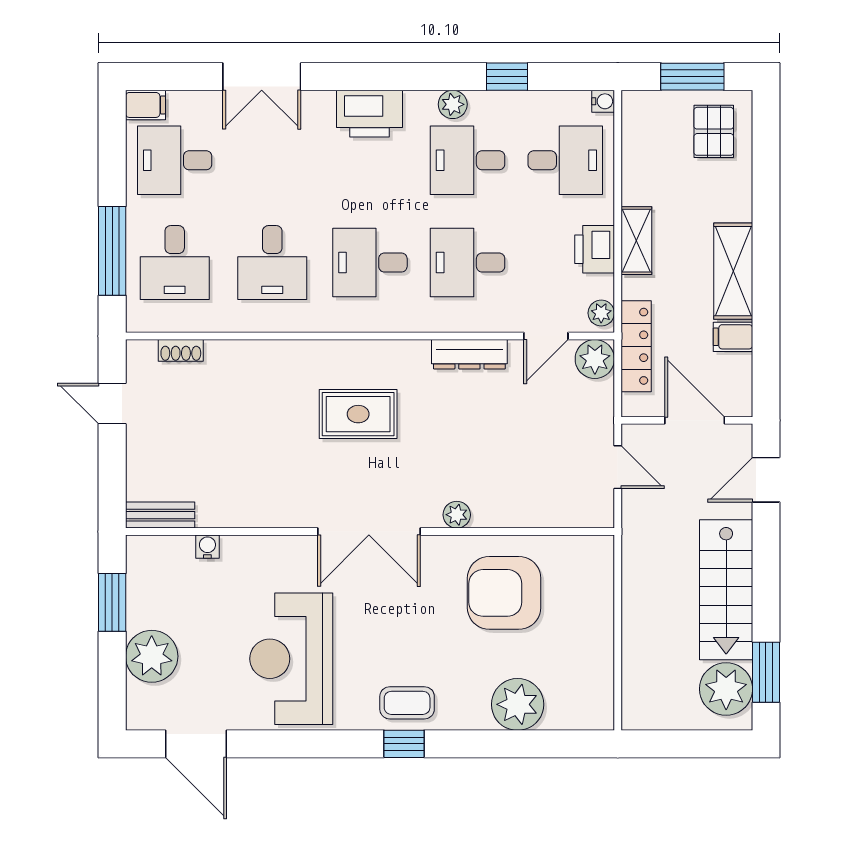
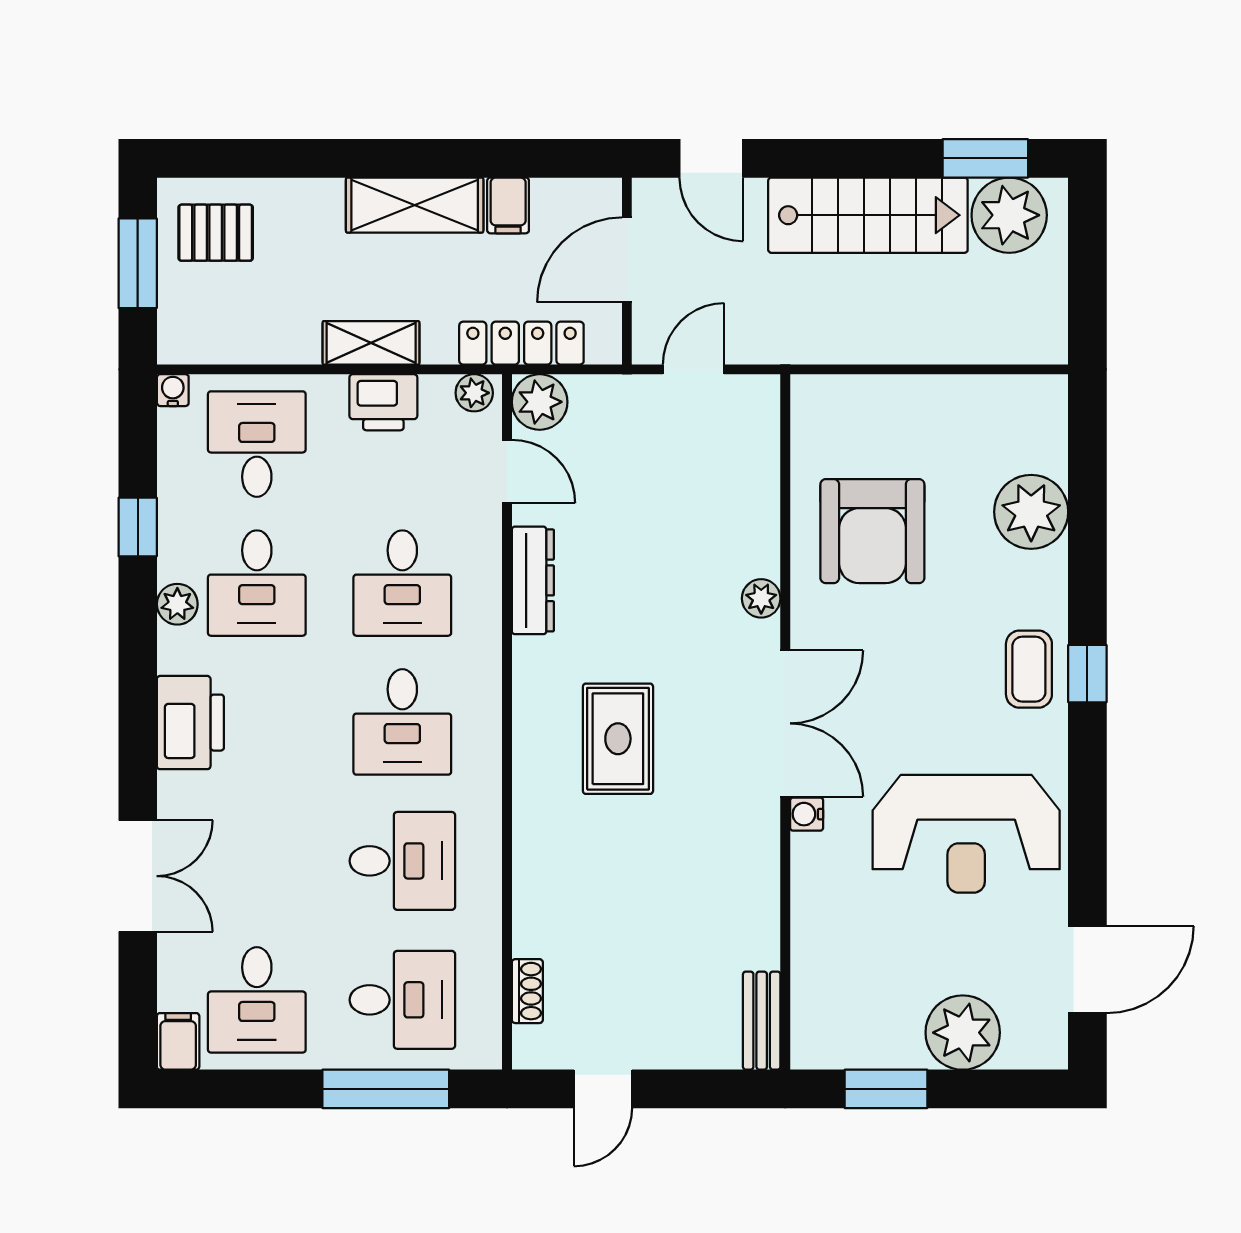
water cooler: (207, 547) -> (807, 814), moved

